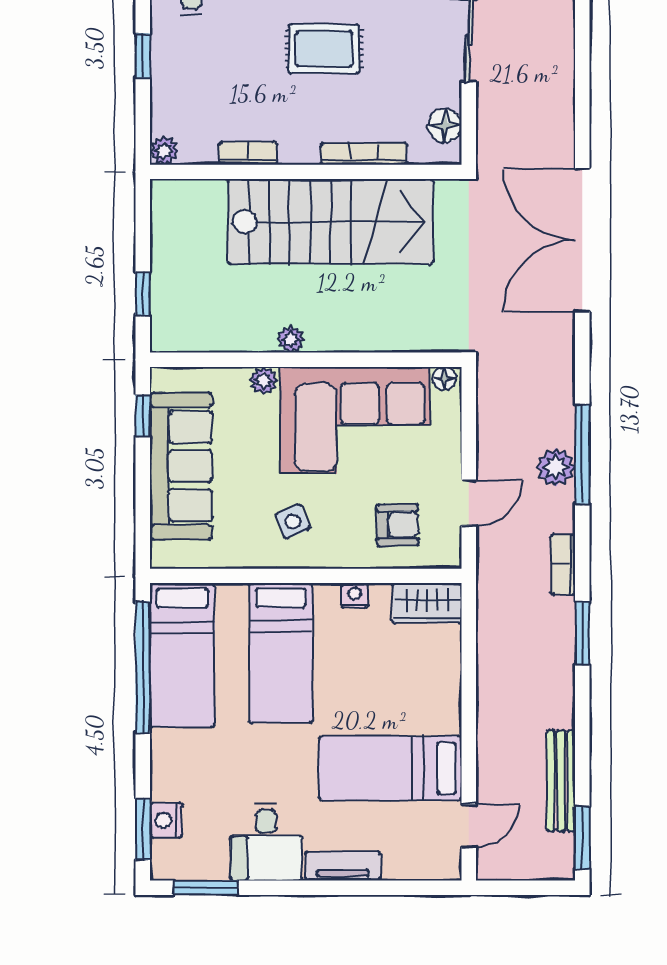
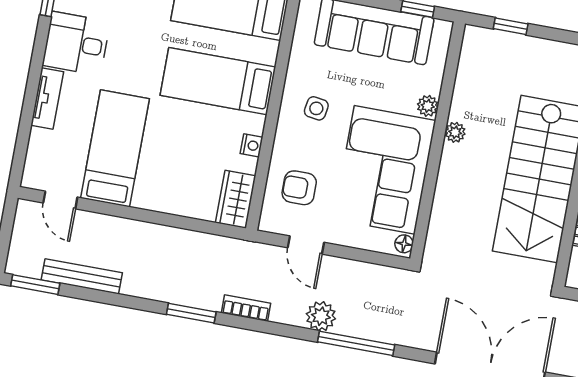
window: (582, 454) -> (356, 343), moved
side table: (293, 522) -> (316, 108), turned 32
armchair: (398, 525) -> (299, 188), turned 91

